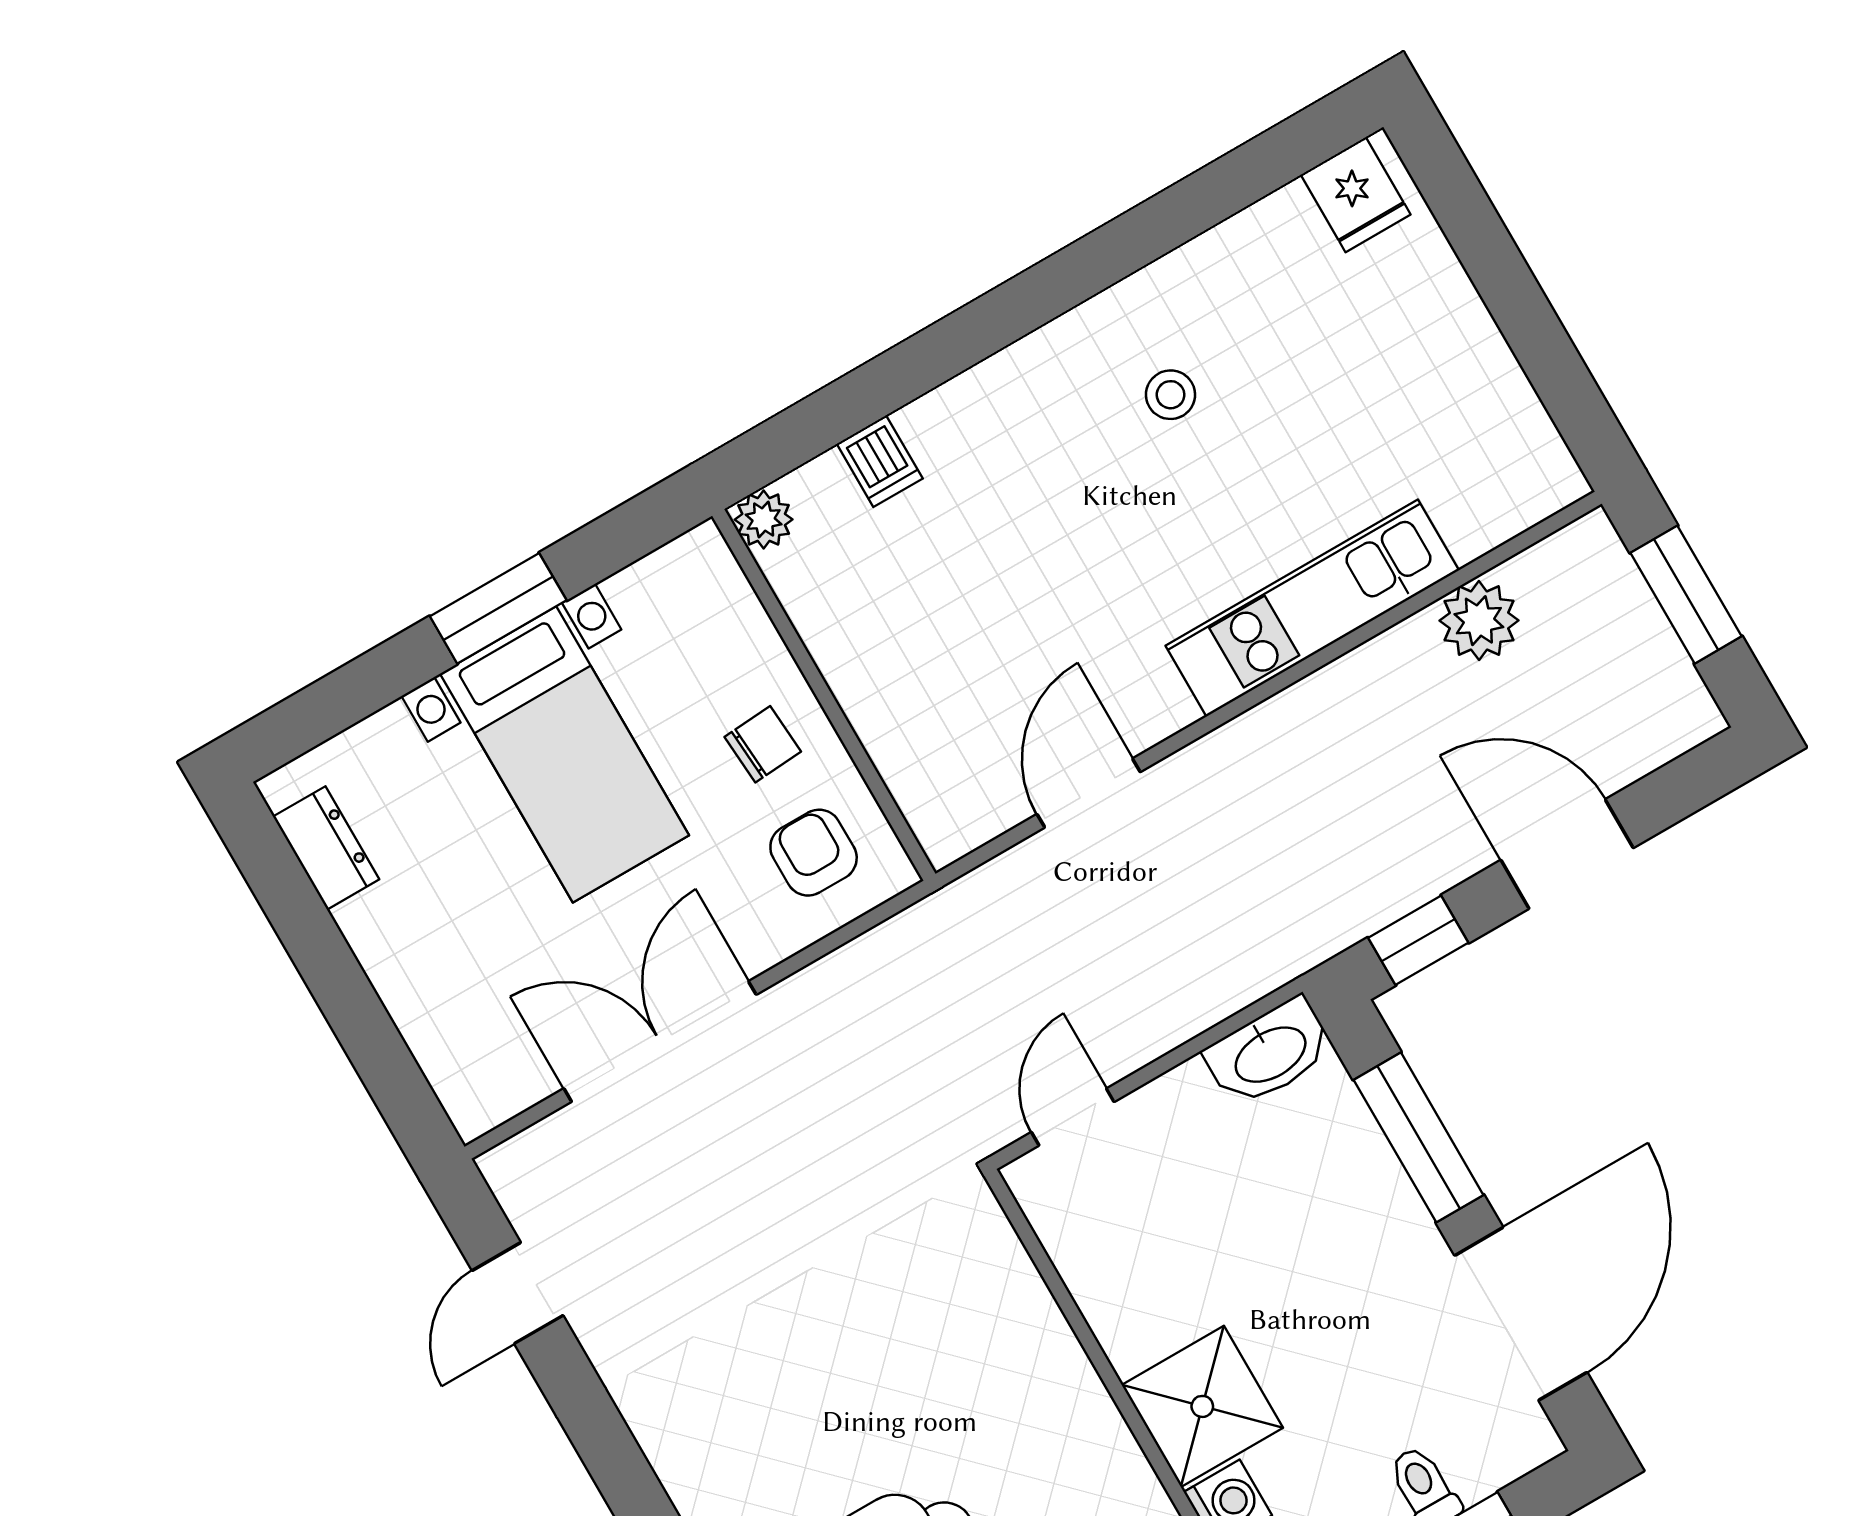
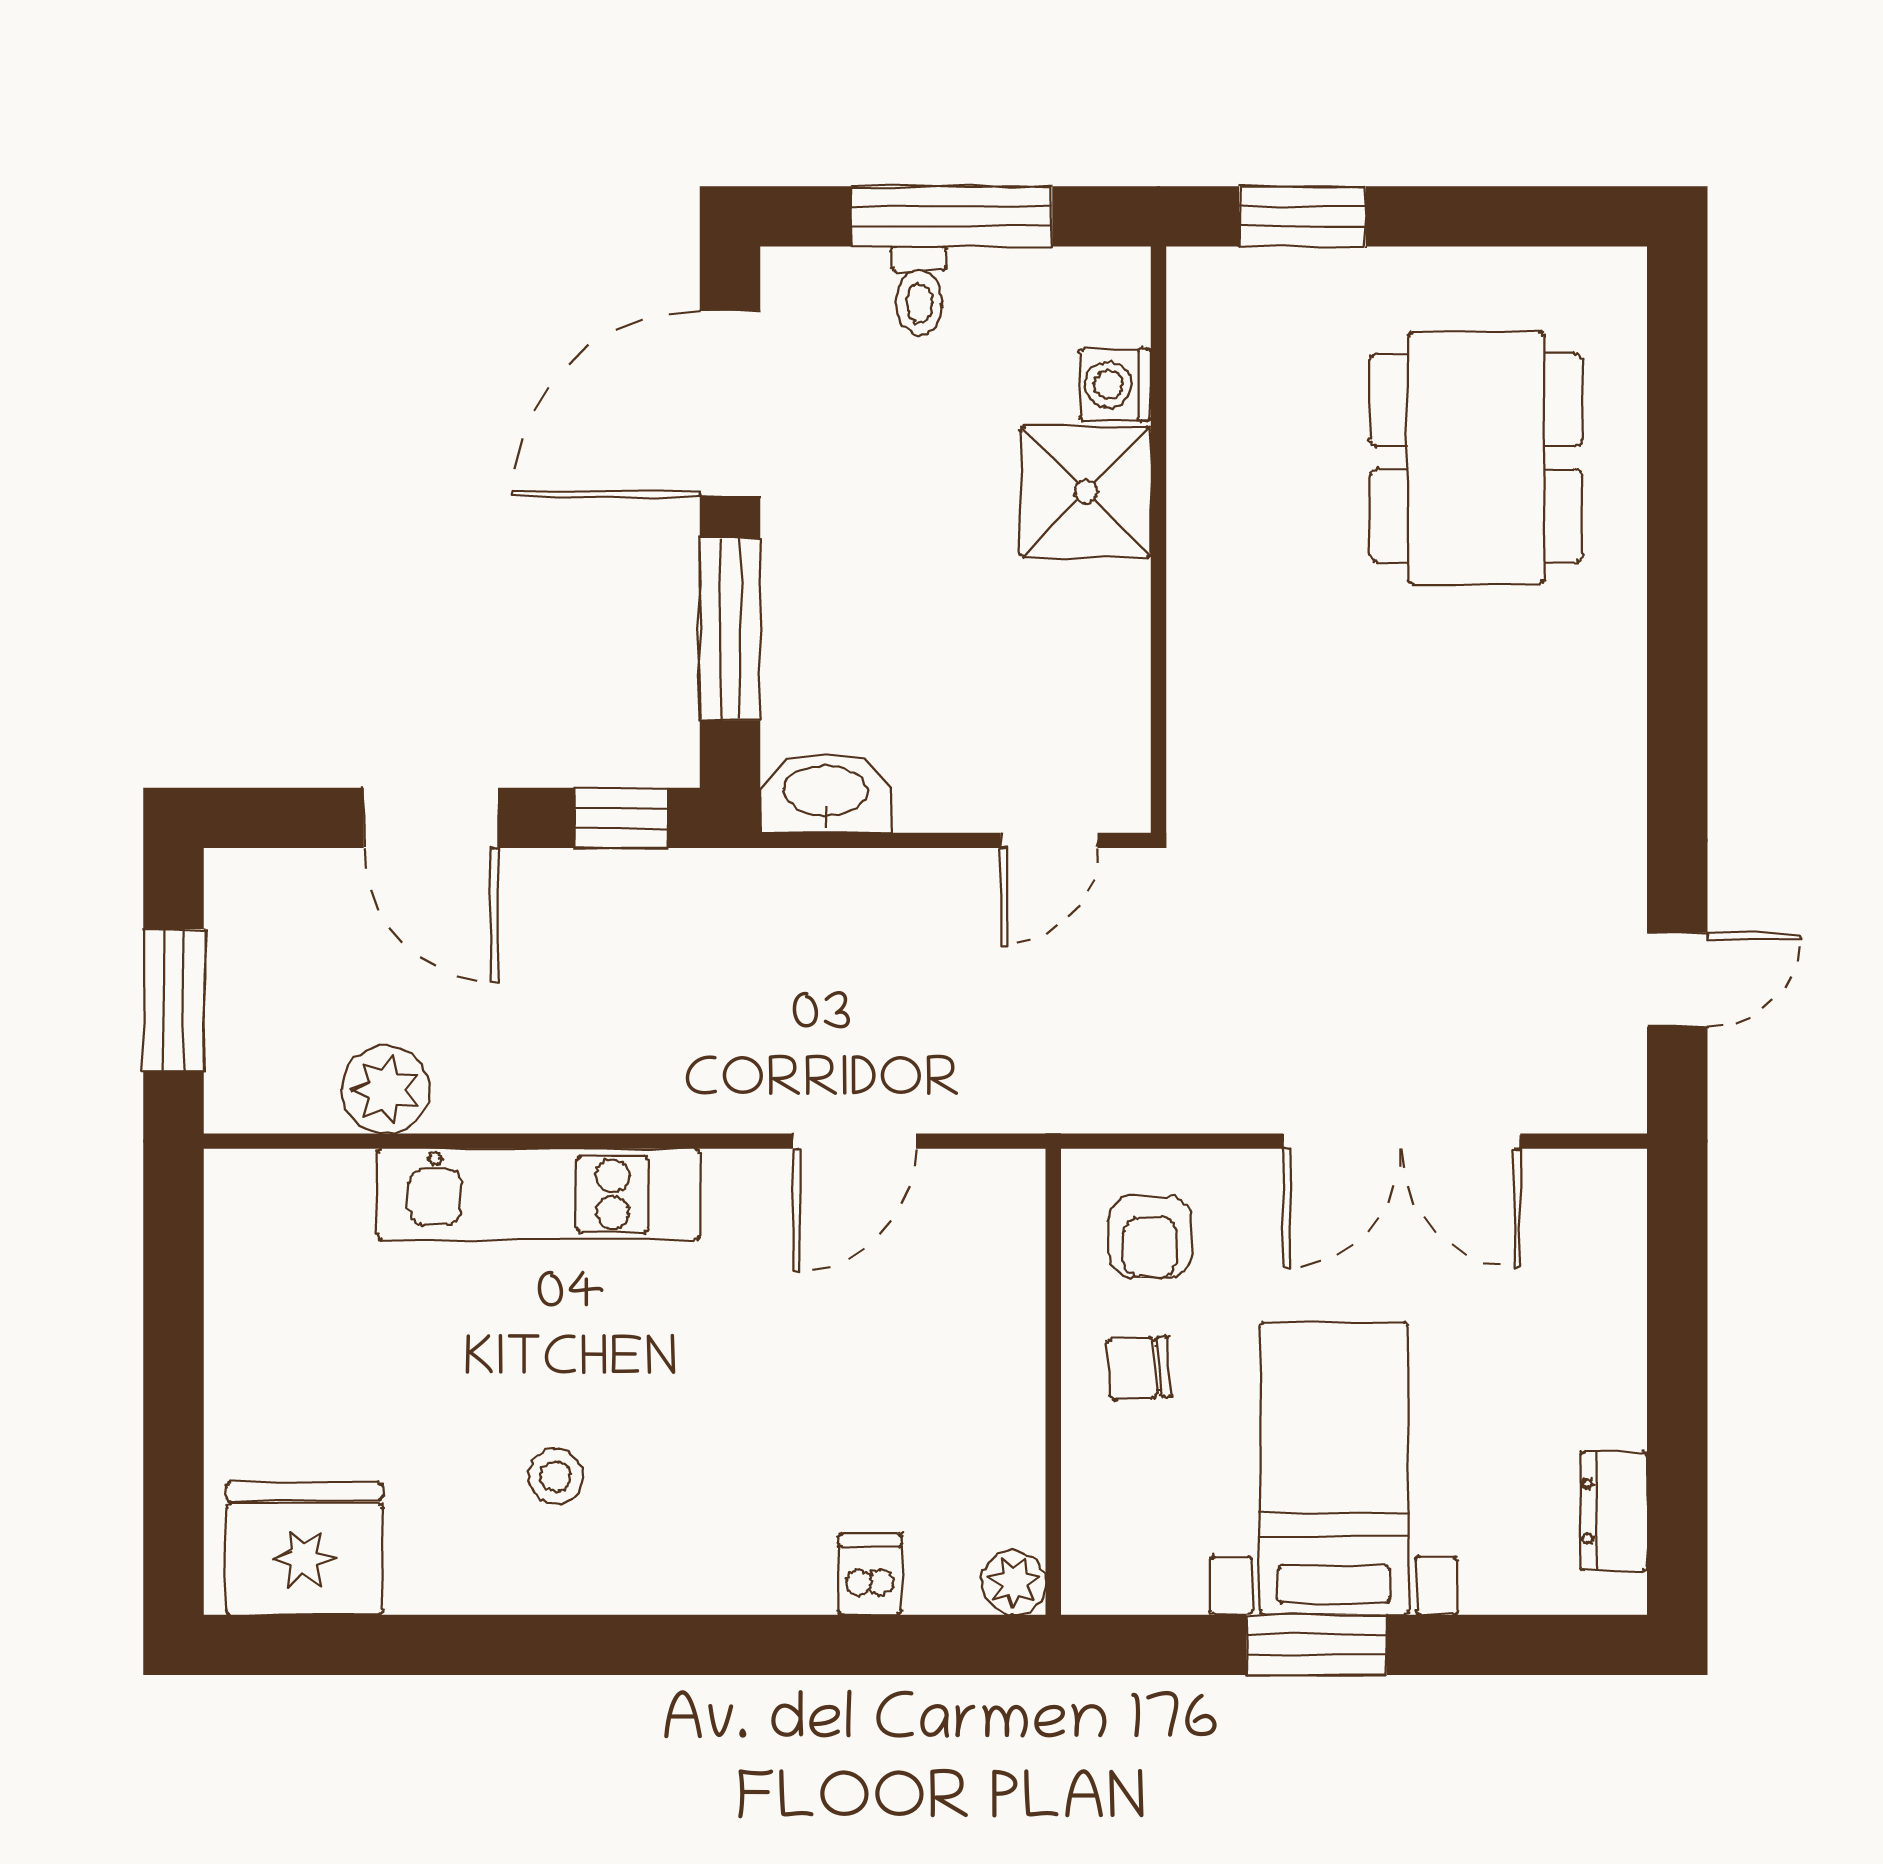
fridge: (1356, 195) -> (305, 1548), width x1.88, depth x1.34

